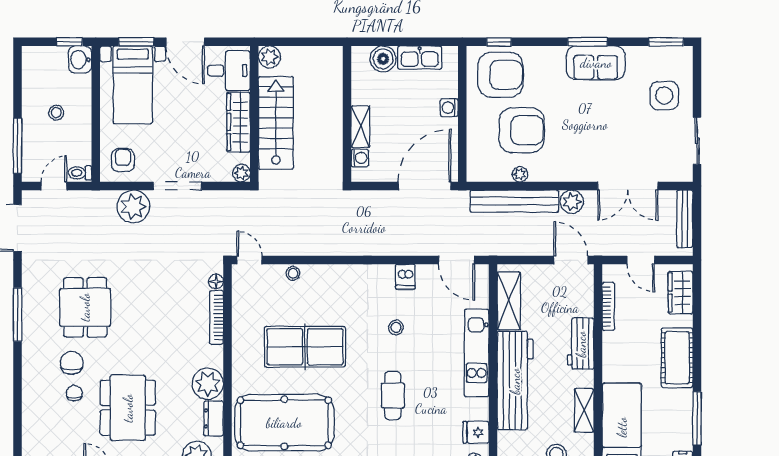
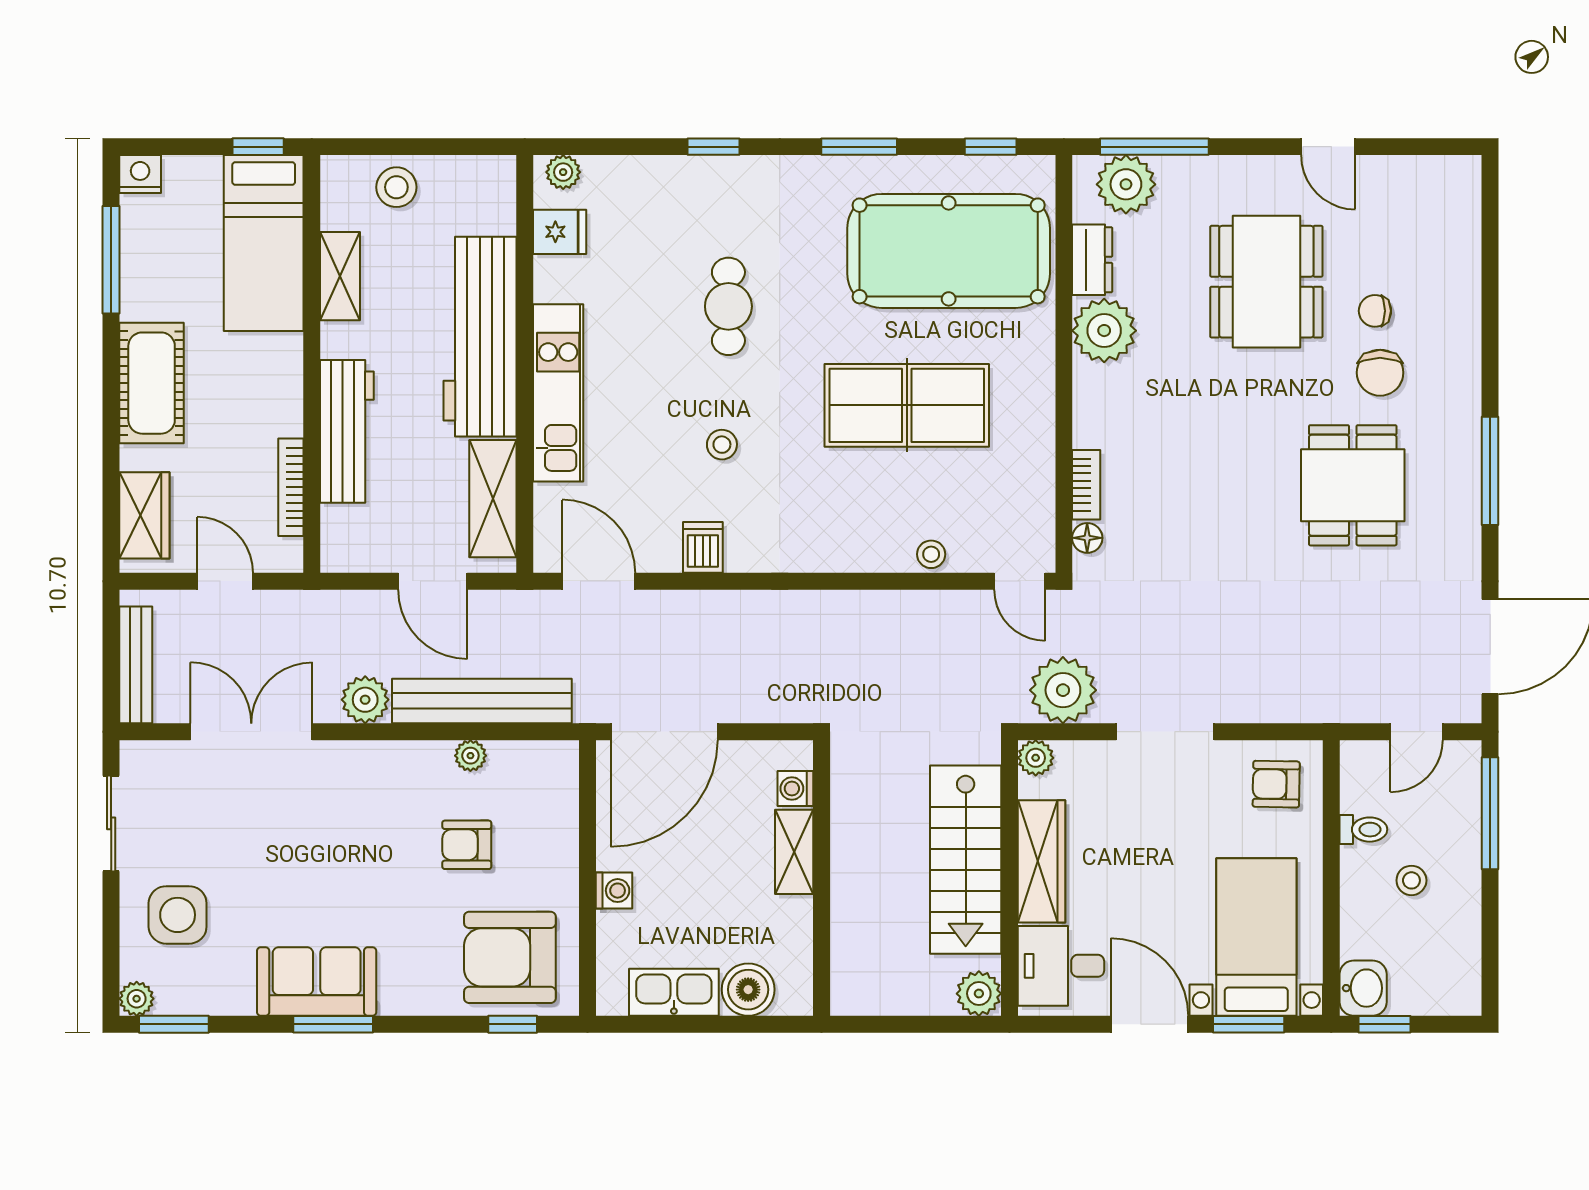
plant: (684, 54) -> (137, 999), added
armchair: (522, 130) -> (467, 845), width x0.53, depth x0.53
armchair: (123, 160) -> (1276, 784), turned 91
toilet: (80, 173) -> (1363, 830), moved
plant: (133, 206) -> (1063, 690), moved
door: (571, 260) -> (433, 581), moved
bookcase: (217, 317) -> (1086, 485), width x0.64
workbench: (581, 344) -> (347, 431), width x1.38
chair: (74, 393) -> (1375, 311), turned 90

